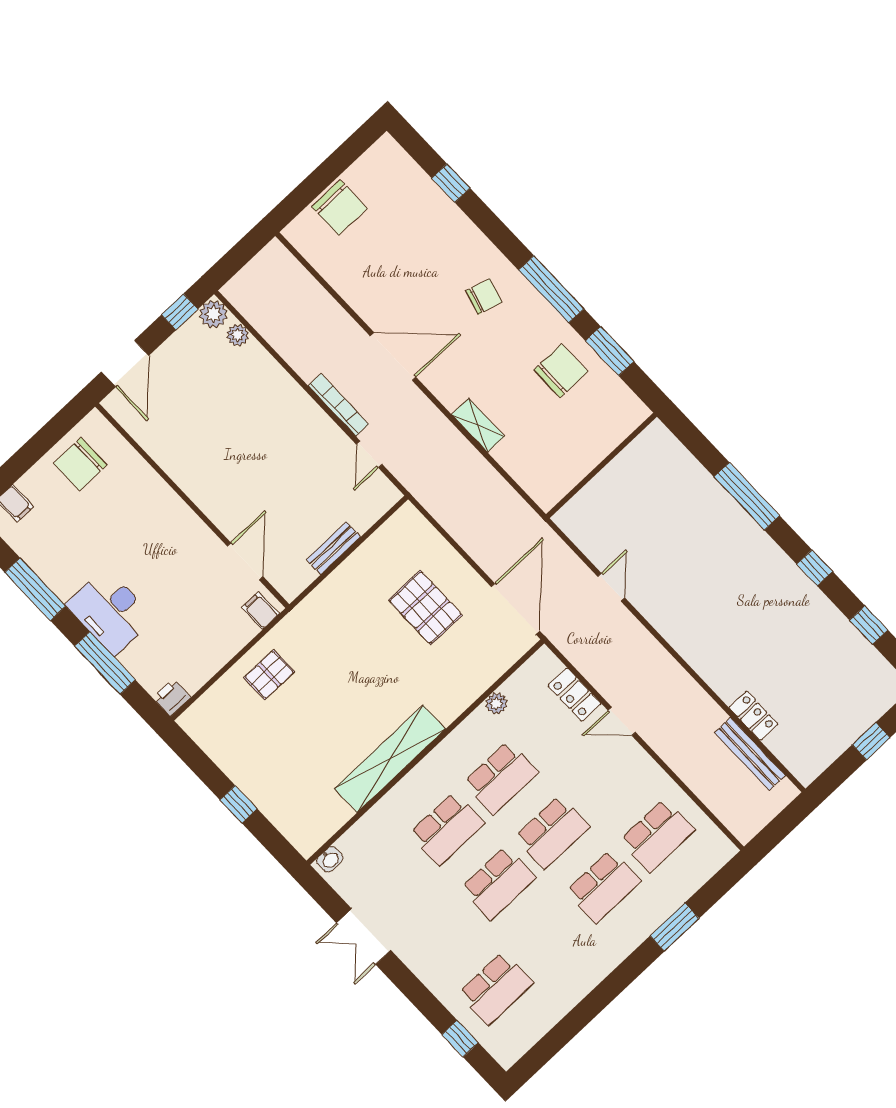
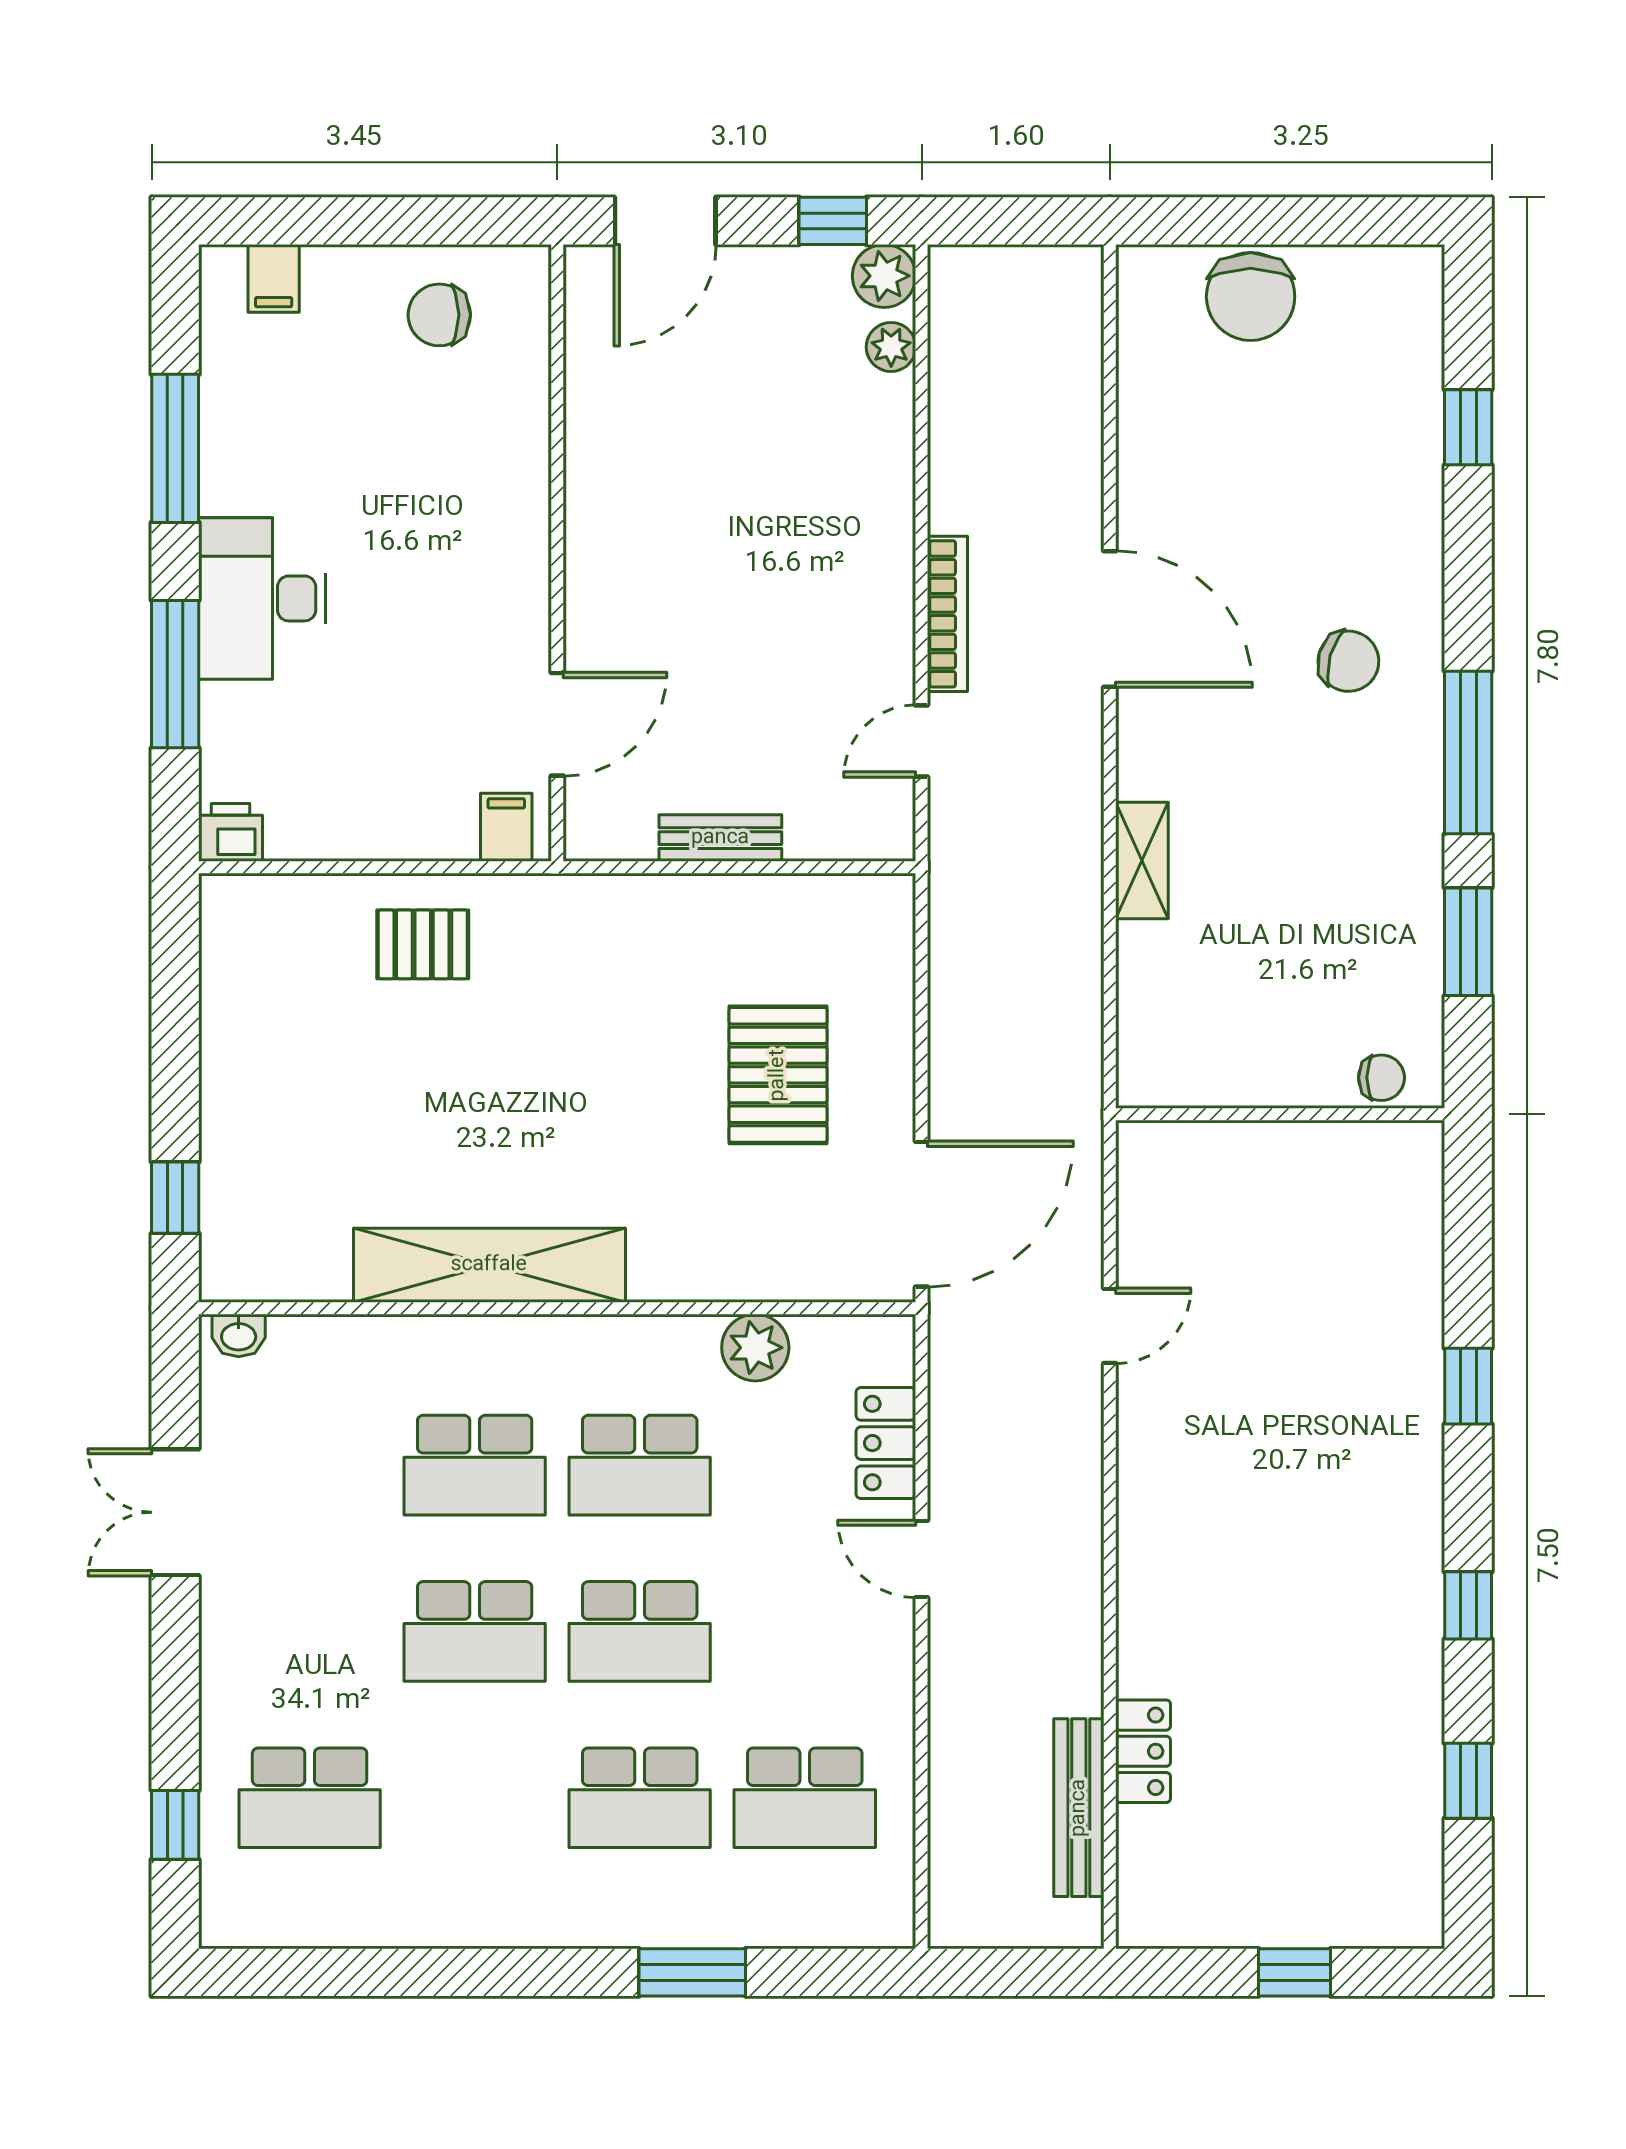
chair: (561, 371) -> (1381, 1078), moved, width x0.54, depth x0.54
chair: (80, 464) -> (439, 315), width x0.73, depth x0.73
window: (747, 496) -> (1468, 1386), width x0.46
plant: (496, 703) -> (755, 1348), width x1.38, depth x1.38
window: (238, 804) -> (175, 1198), moved

